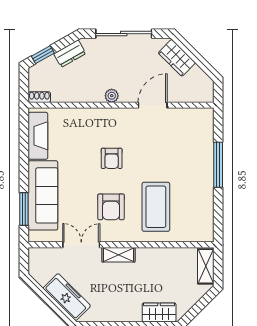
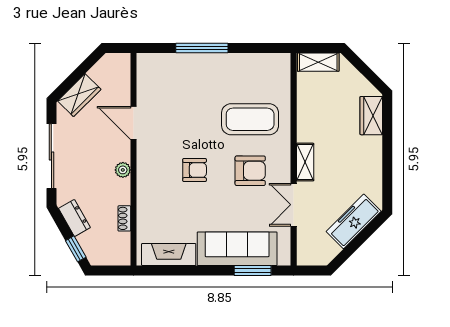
shoe rack: (39, 97) -> (124, 218), moved

